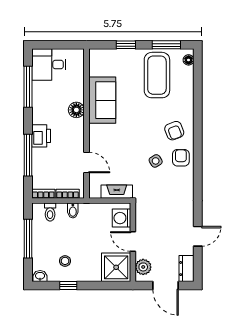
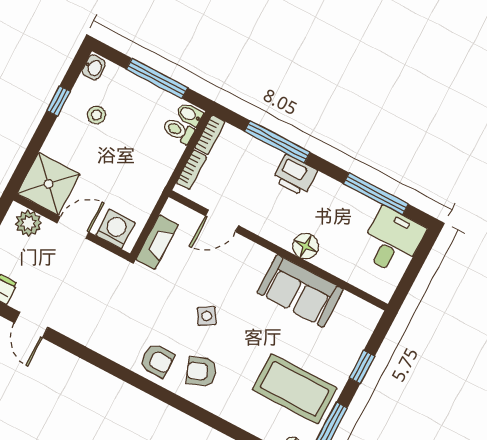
side table: (156, 161) -> (207, 316), moved
bidet: (73, 211) -> (190, 114), moved

